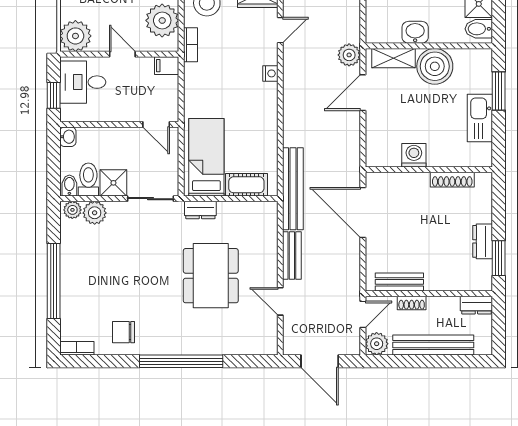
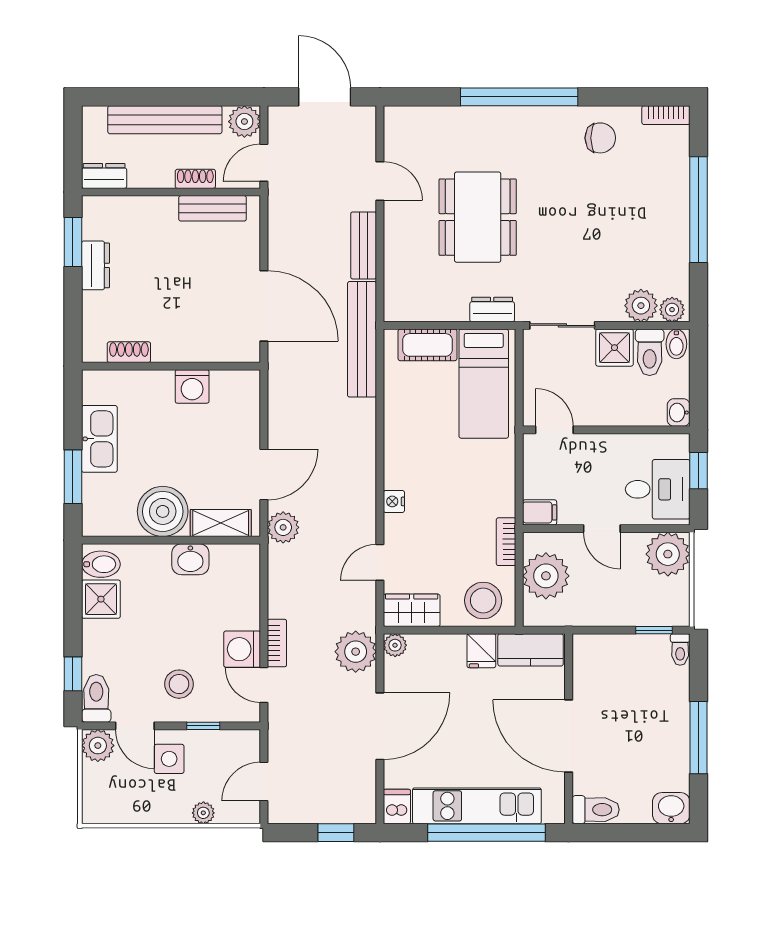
shoe rack: (452, 180) -> (129, 352), width x0.70

